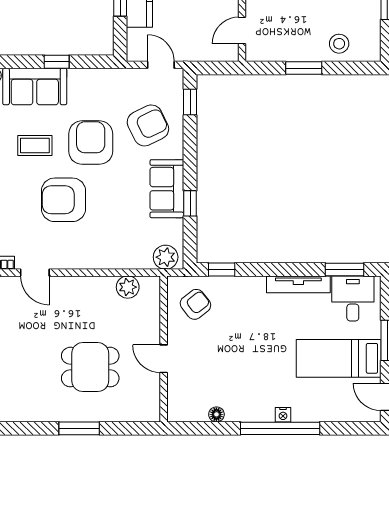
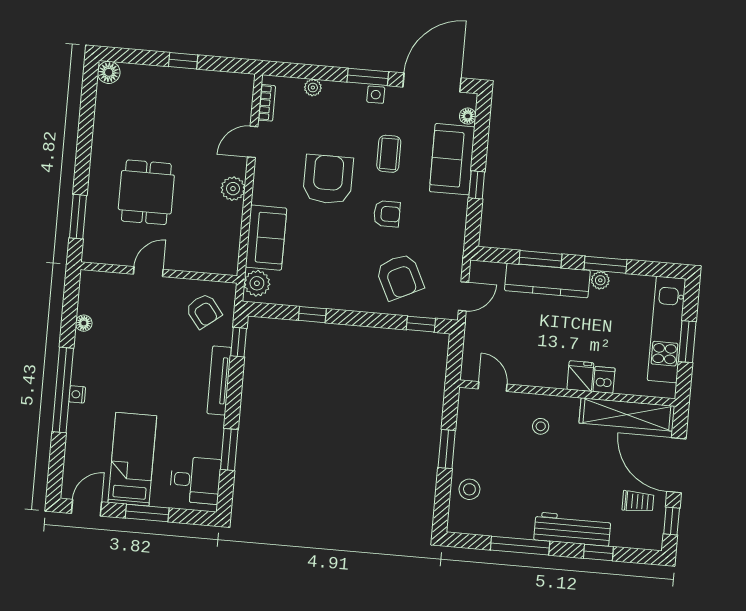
armchair: (91, 143) -> (387, 214), width x0.53, depth x0.53
sofa: (167, 189) -> (266, 238), moved, turned 90
window: (345, 269) -> (229, 449), moved
tv unit: (298, 284) -> (219, 380), moved
plant: (128, 287) -> (233, 189), moved
window: (79, 428) -> (78, 217), moved

